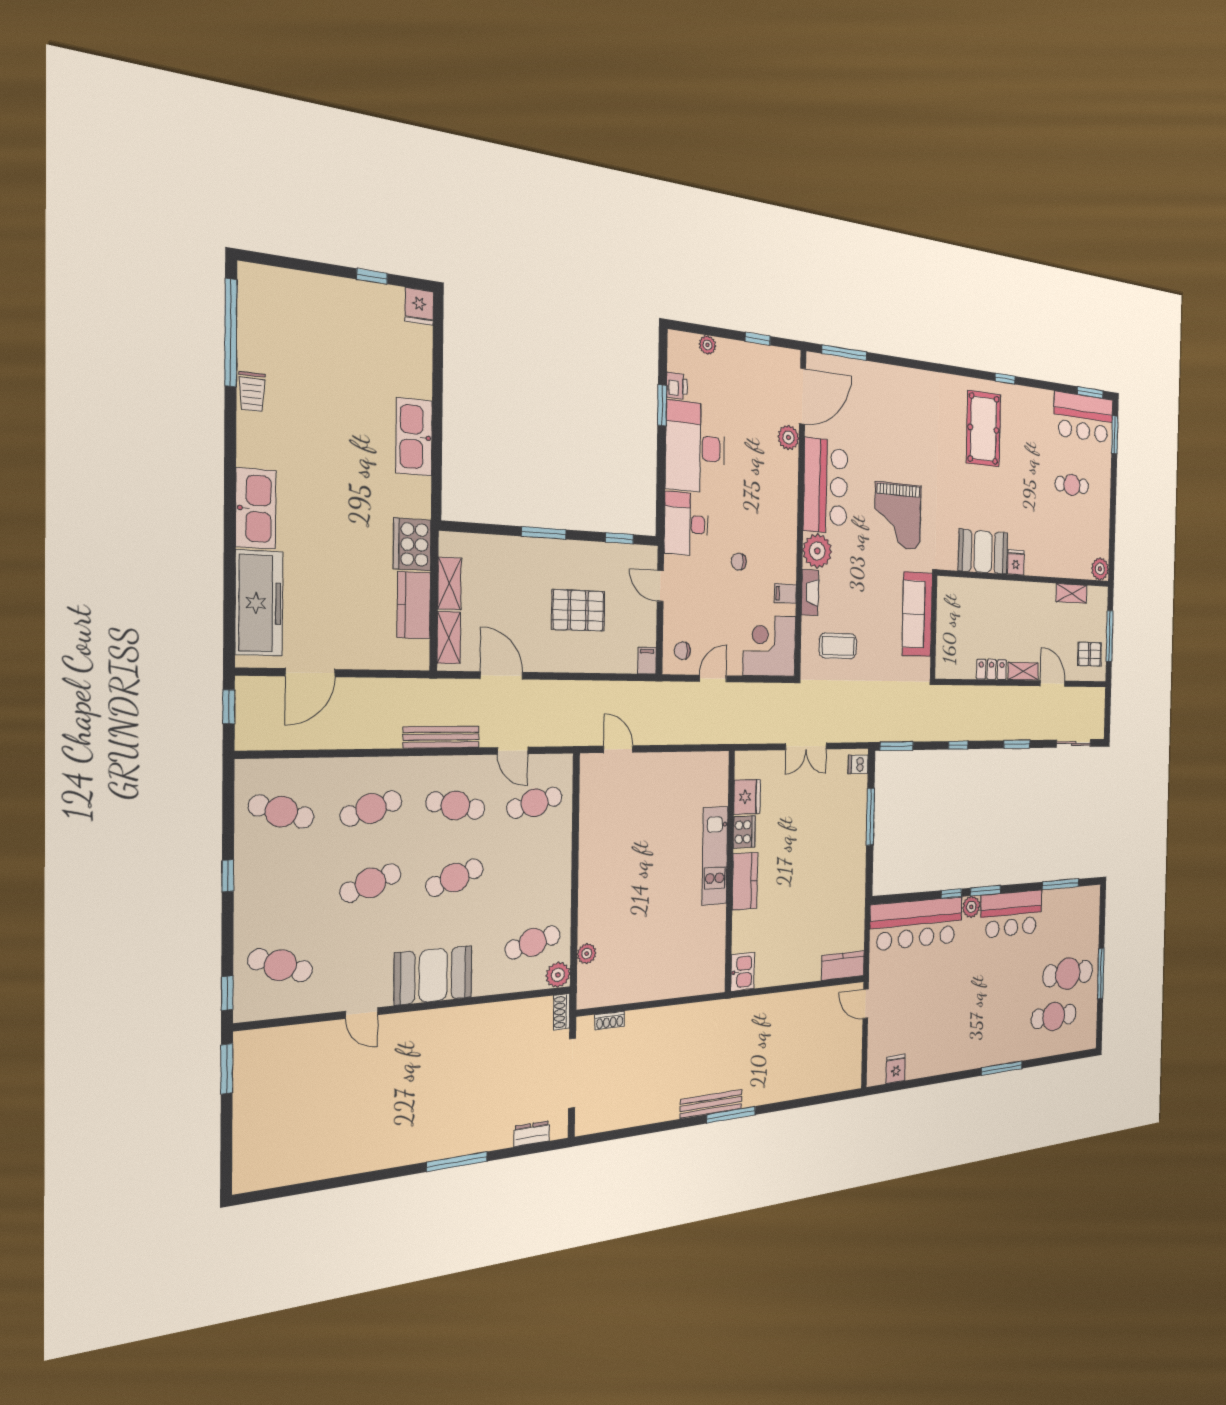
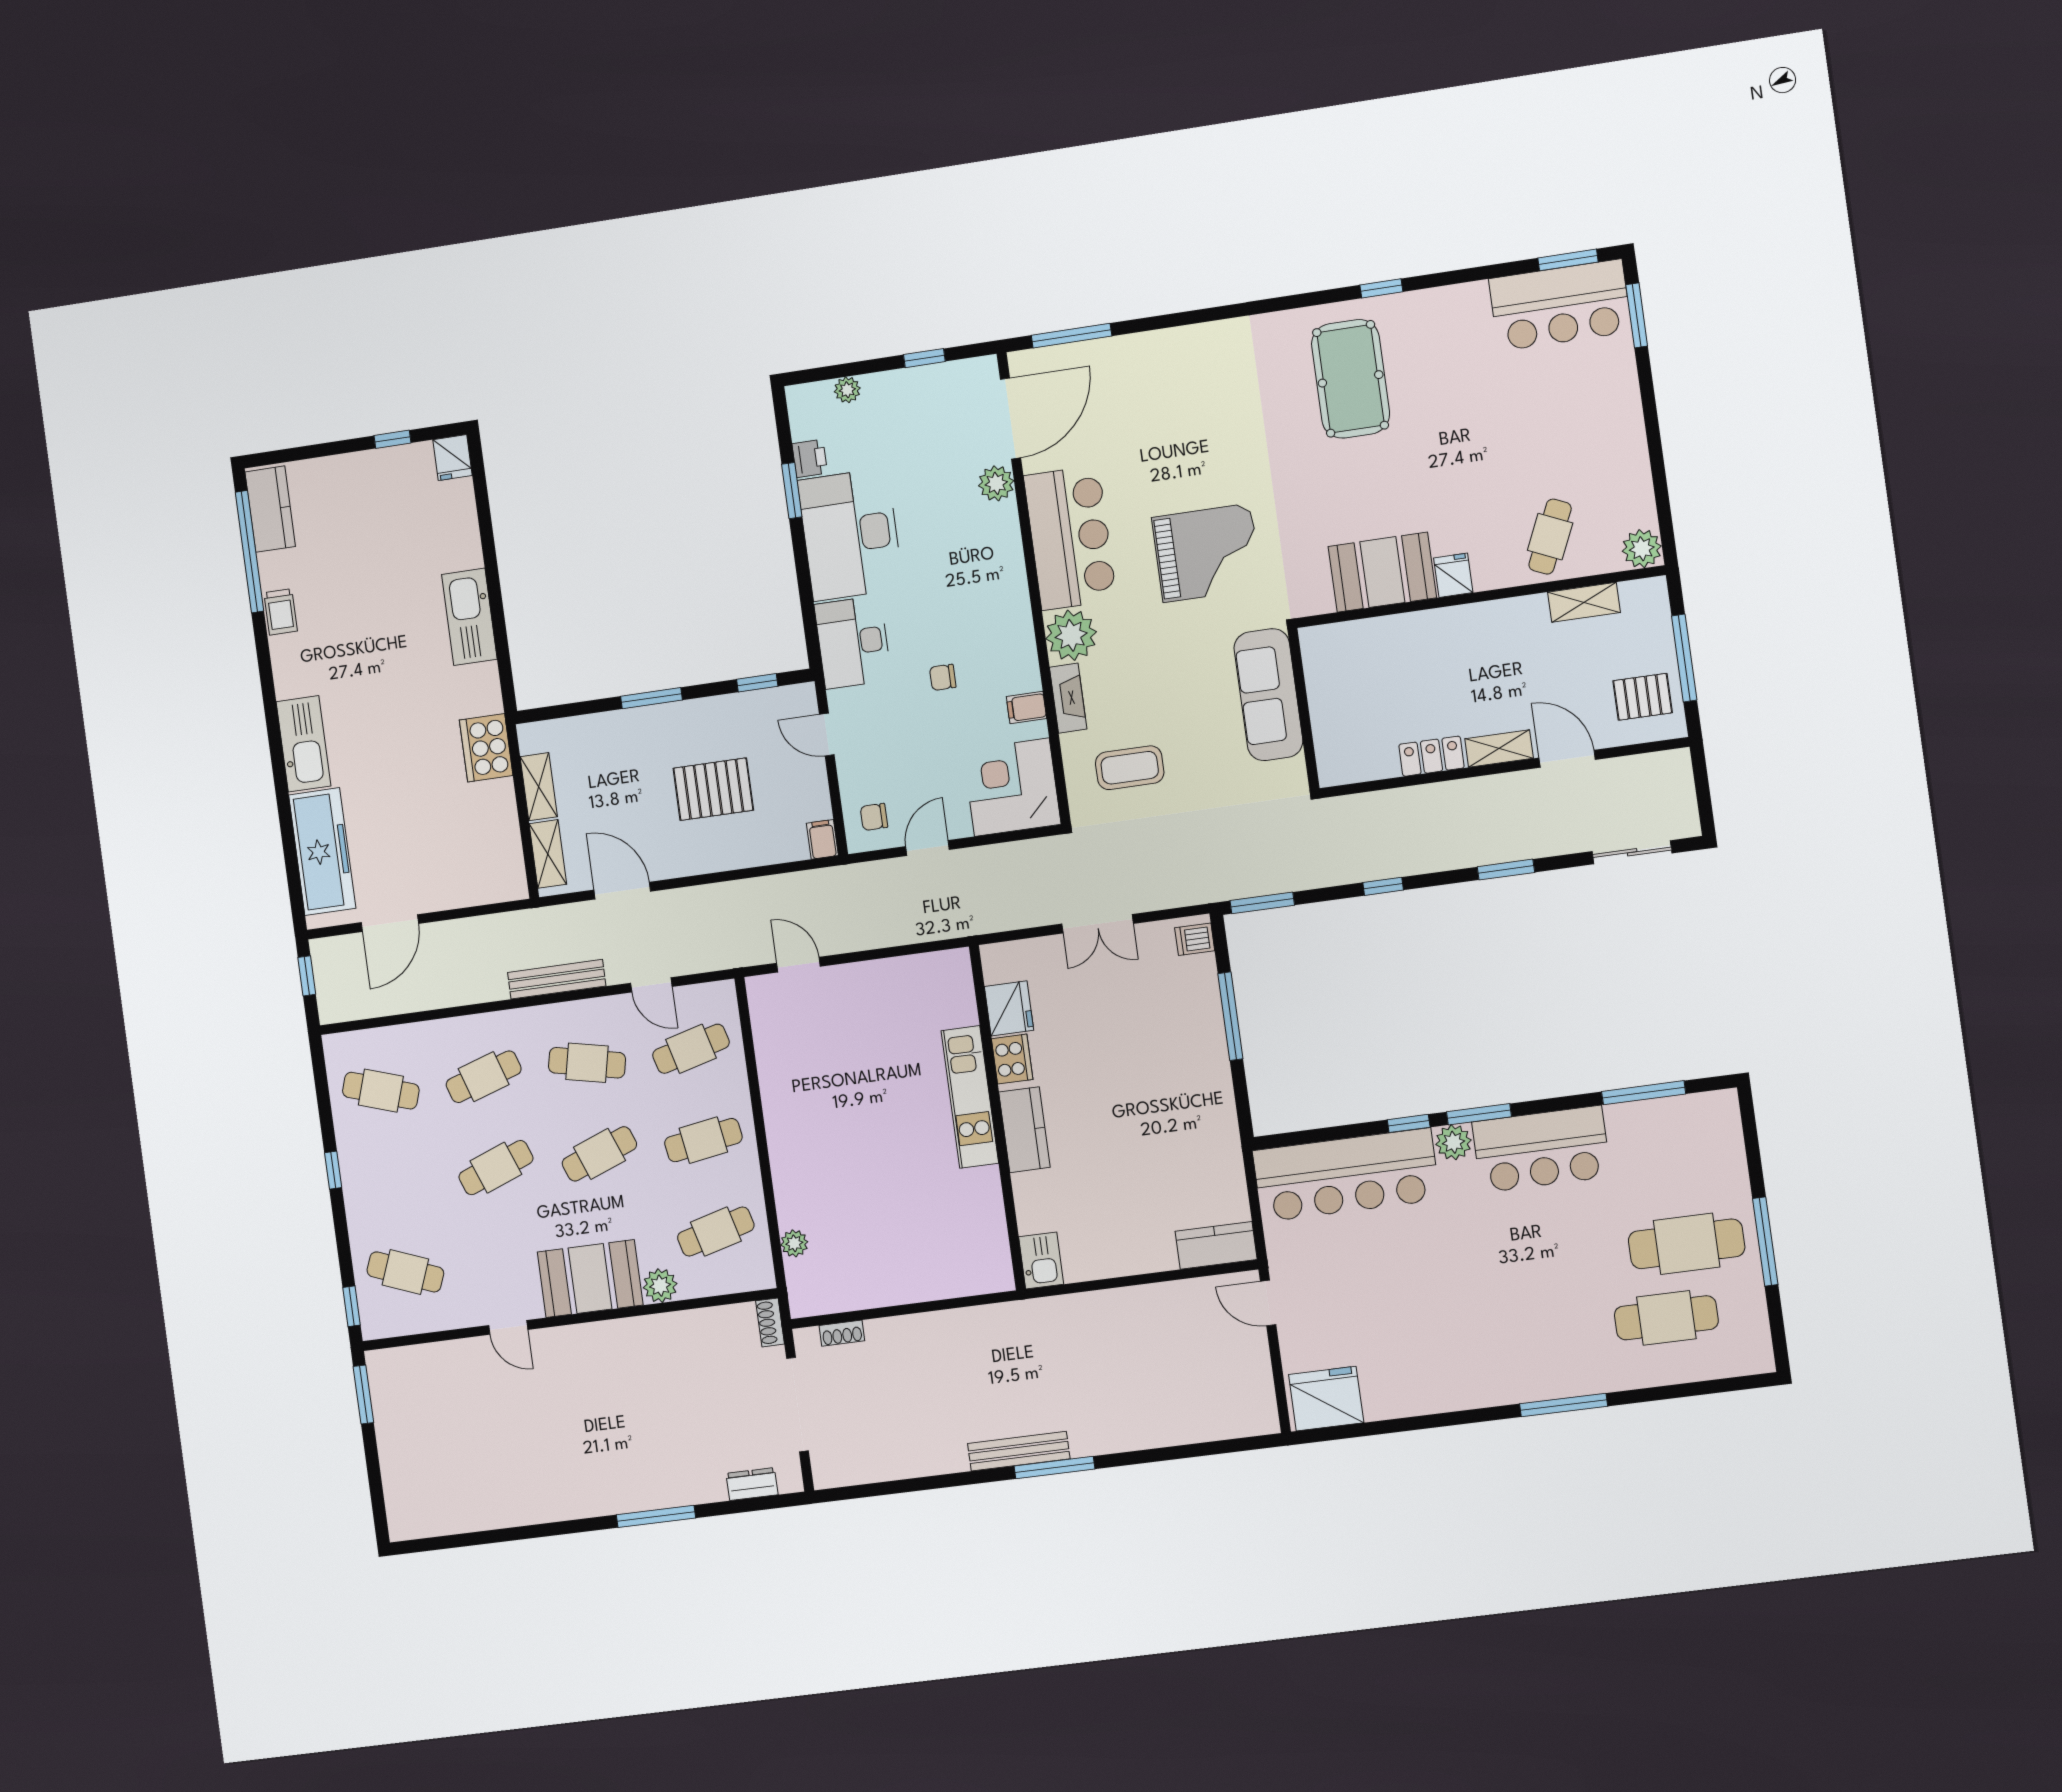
cafe table: (1072, 485) -> (1550, 537), moved, turned -66
grand piano: (898, 516) -> (1207, 553), turned -90
kitchen counter: (414, 605) -> (270, 509), moved, turned 180
cafe table: (534, 873) -> (703, 1140), added
plant: (558, 975) -> (660, 1286), moved
fridge: (896, 1069) -> (1326, 1399), width x1.88, depth x1.34

